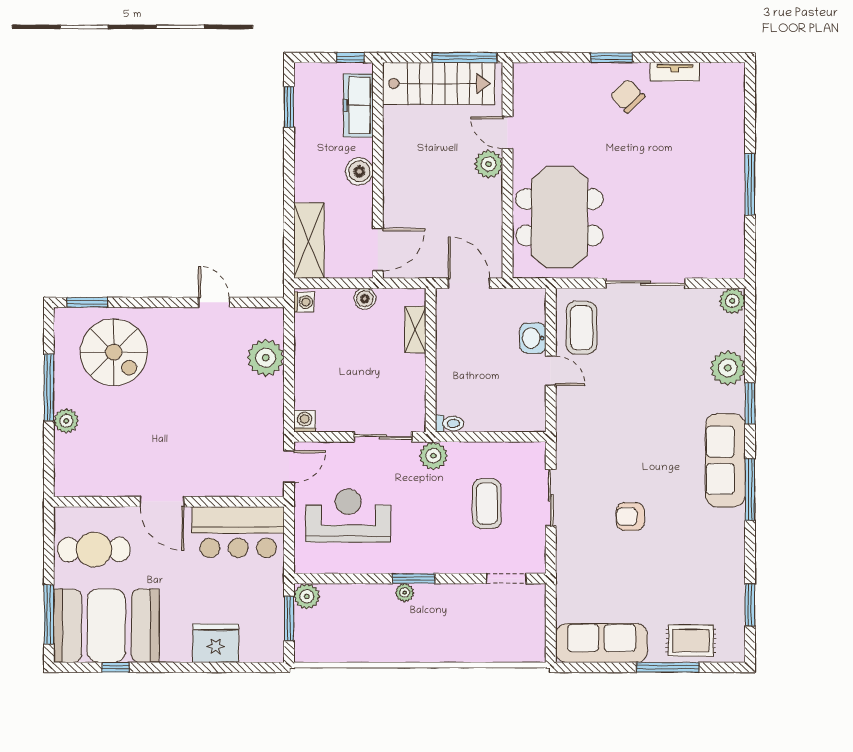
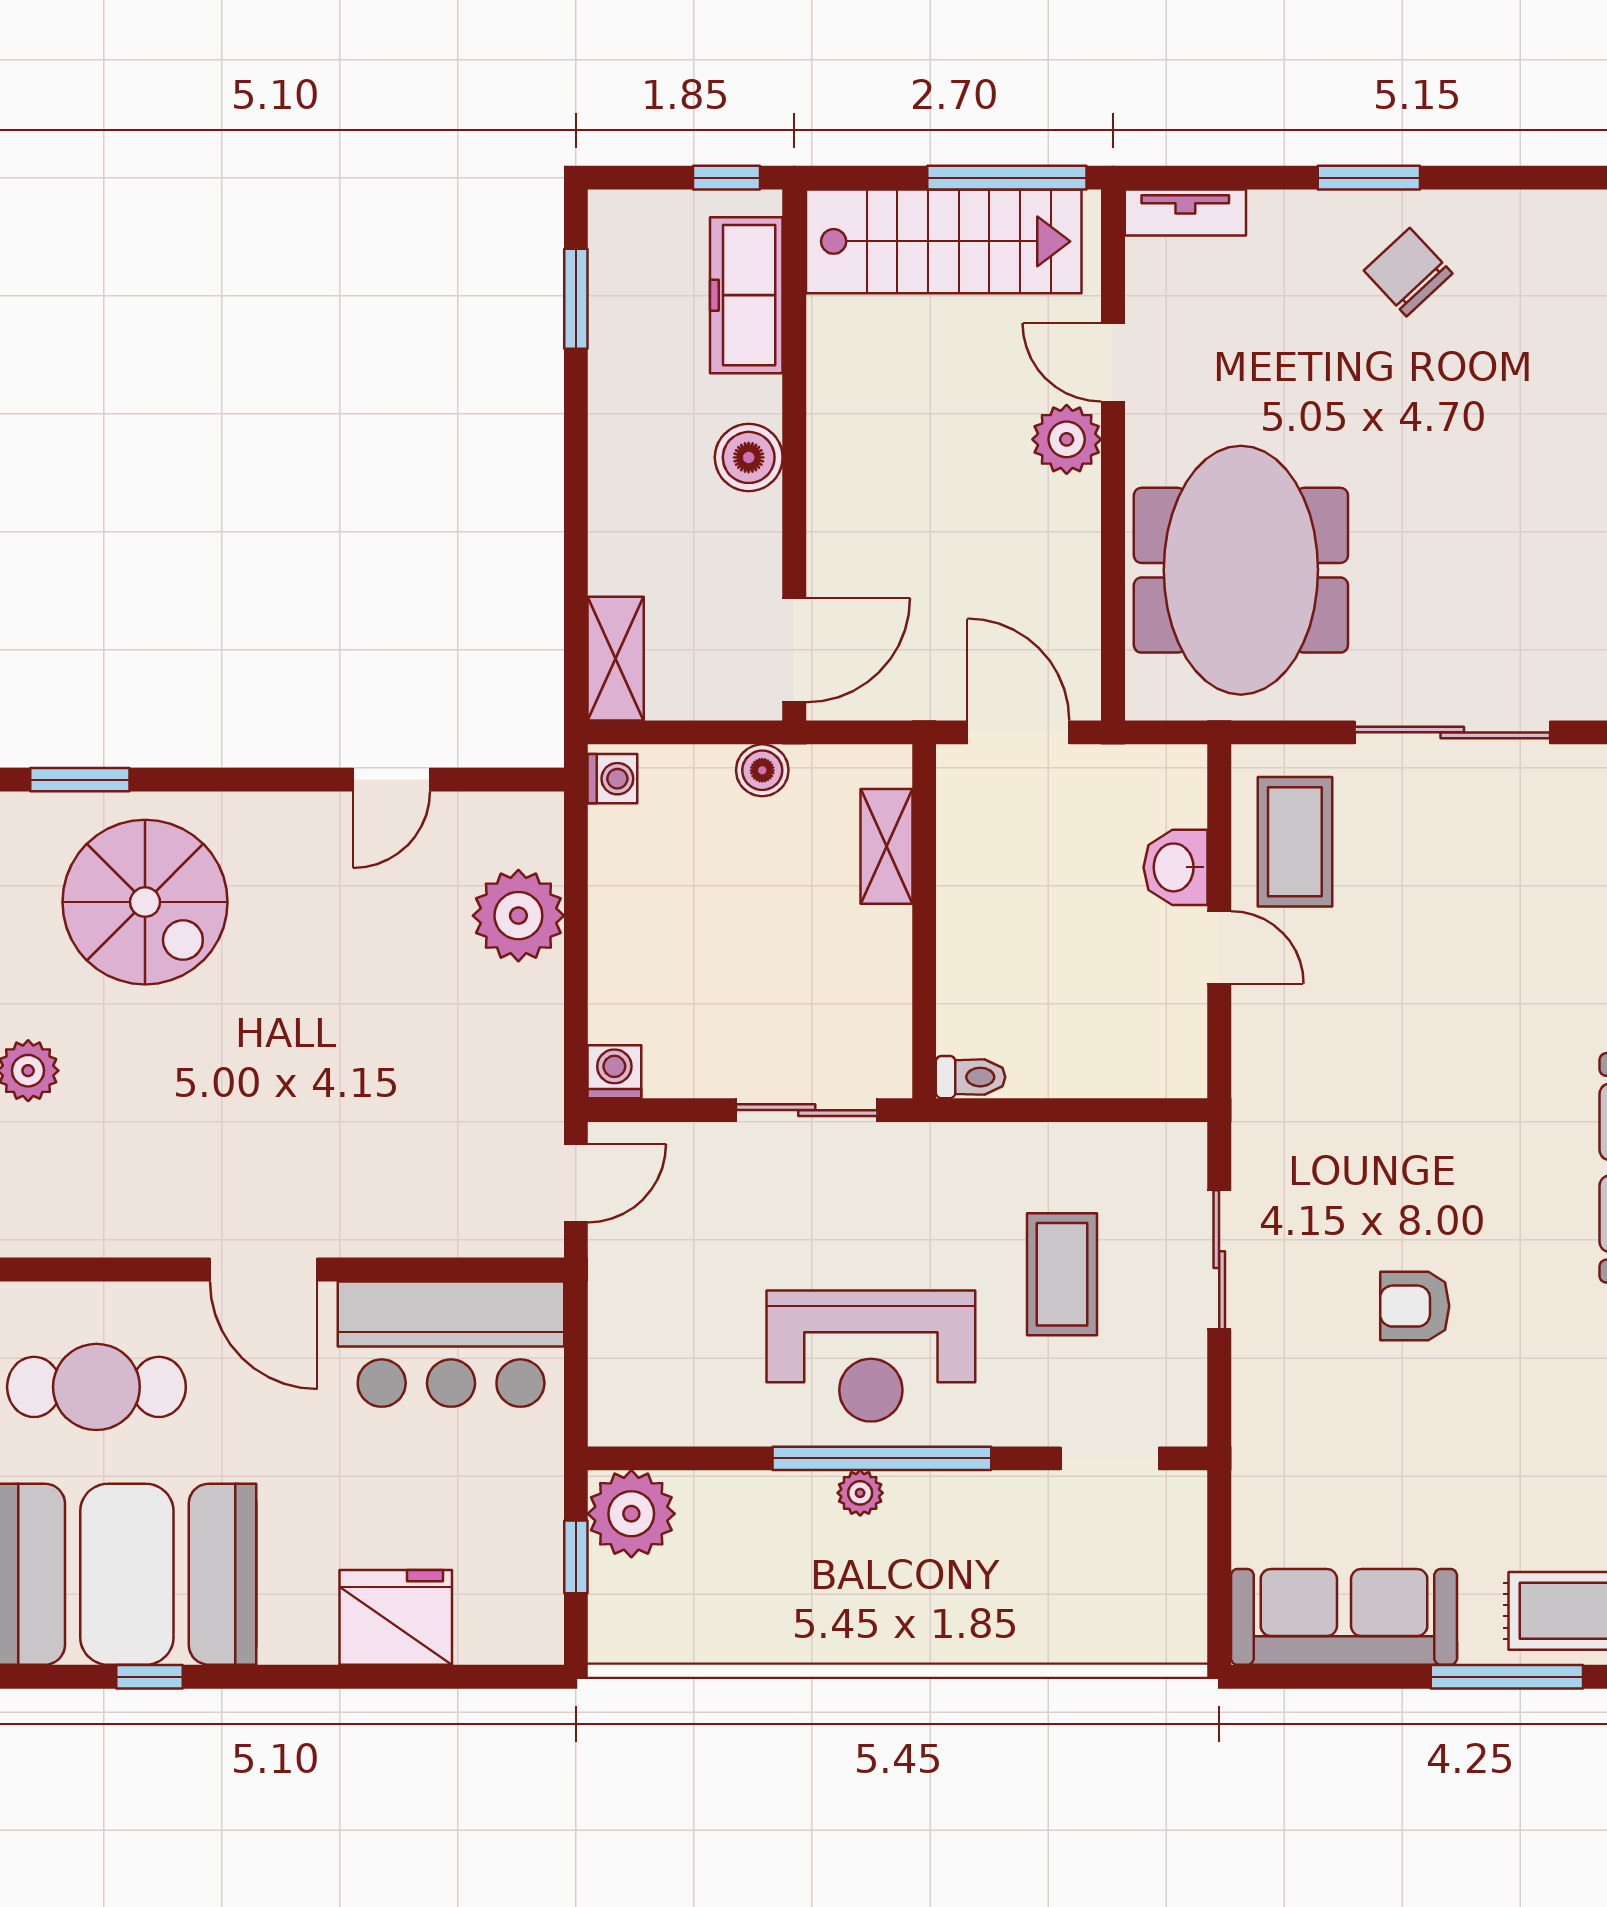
tv unit: (675, 72) -> (1185, 213), moved
shelving: (309, 241) -> (616, 659), width x0.67, depth x0.75
door: (214, 302) -> (391, 780), swing flipped
plant: (433, 456) -> (931, 1157), removed
reception desk: (348, 516) -> (871, 1356), moved, turned 180
window: (414, 579) -> (882, 1458), width x2.11
plant: (307, 596) -> (631, 1514), width x1.36, depth x1.36
window: (289, 619) -> (576, 1557), width x0.67

